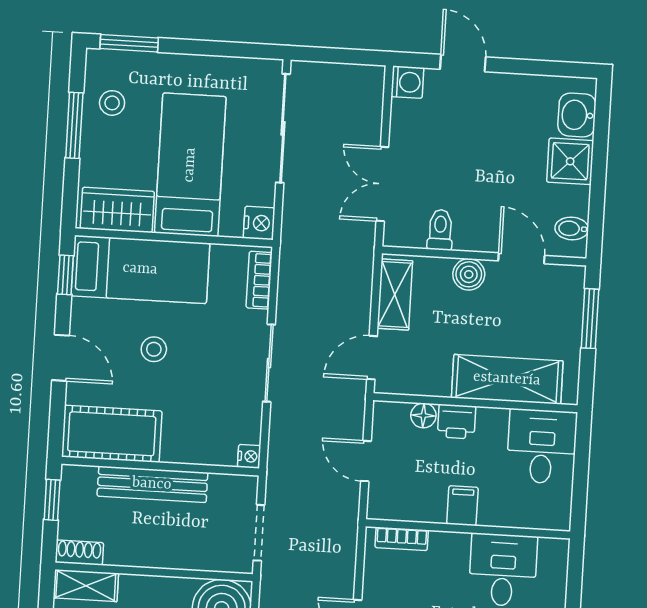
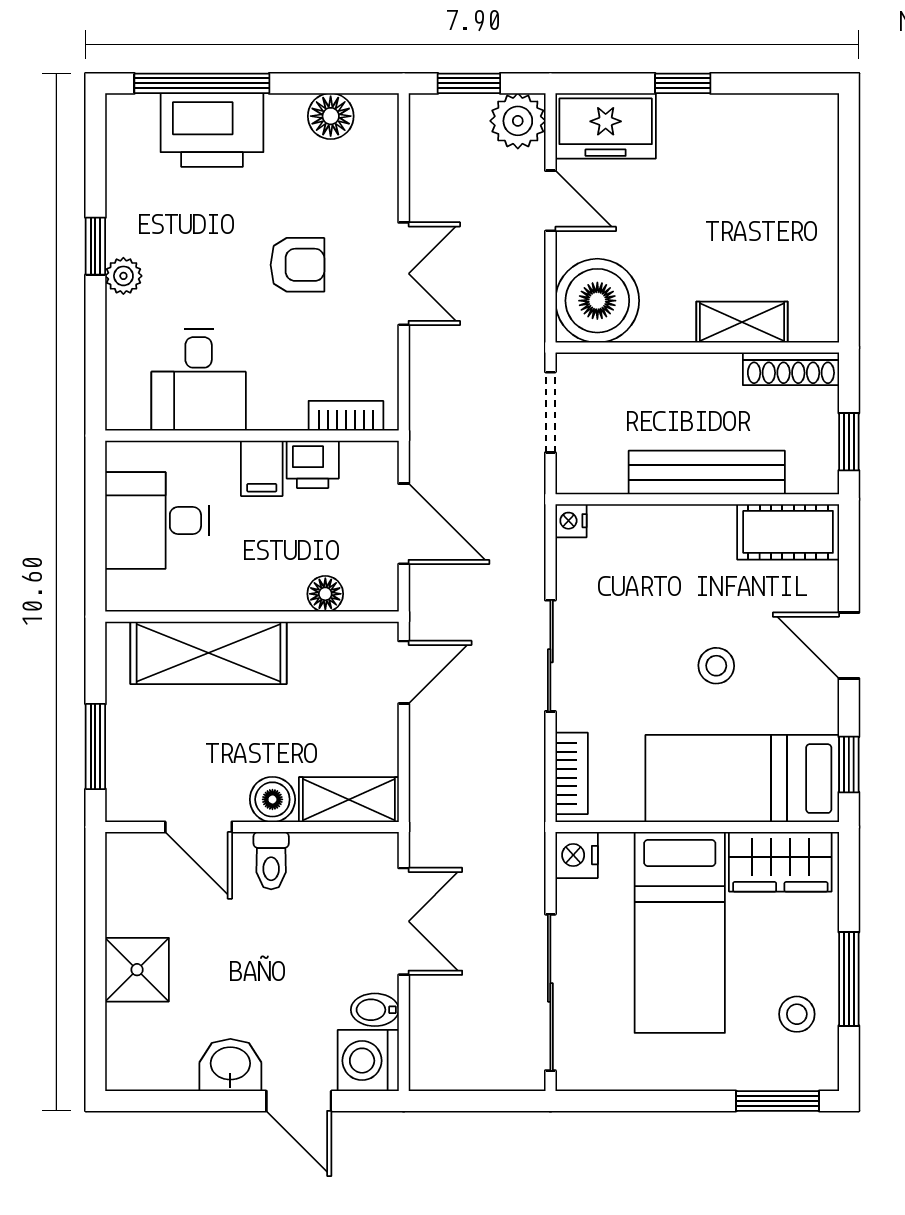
washing machine: (407, 82) -> (368, 1061), width x1.38, depth x1.38
washbasin: (577, 115) -> (230, 1065), moved, turned -90
bidet: (572, 228) -> (375, 1010), moved, turned 180
toilet: (440, 230) -> (271, 861), moved
shelving: (395, 295) -> (349, 800), moved, turned 90
printer: (457, 422) -> (313, 464), moved, turned 180
cot: (112, 434) -> (788, 532), width x0.73, depth x0.75
desk: (542, 446) -> (157, 520), moved, turned 90
door: (366, 461) -> (404, 524), width x1.38
shoe rack: (79, 553) -> (791, 369), width x1.43
shelving: (86, 586) -> (742, 322), moved

